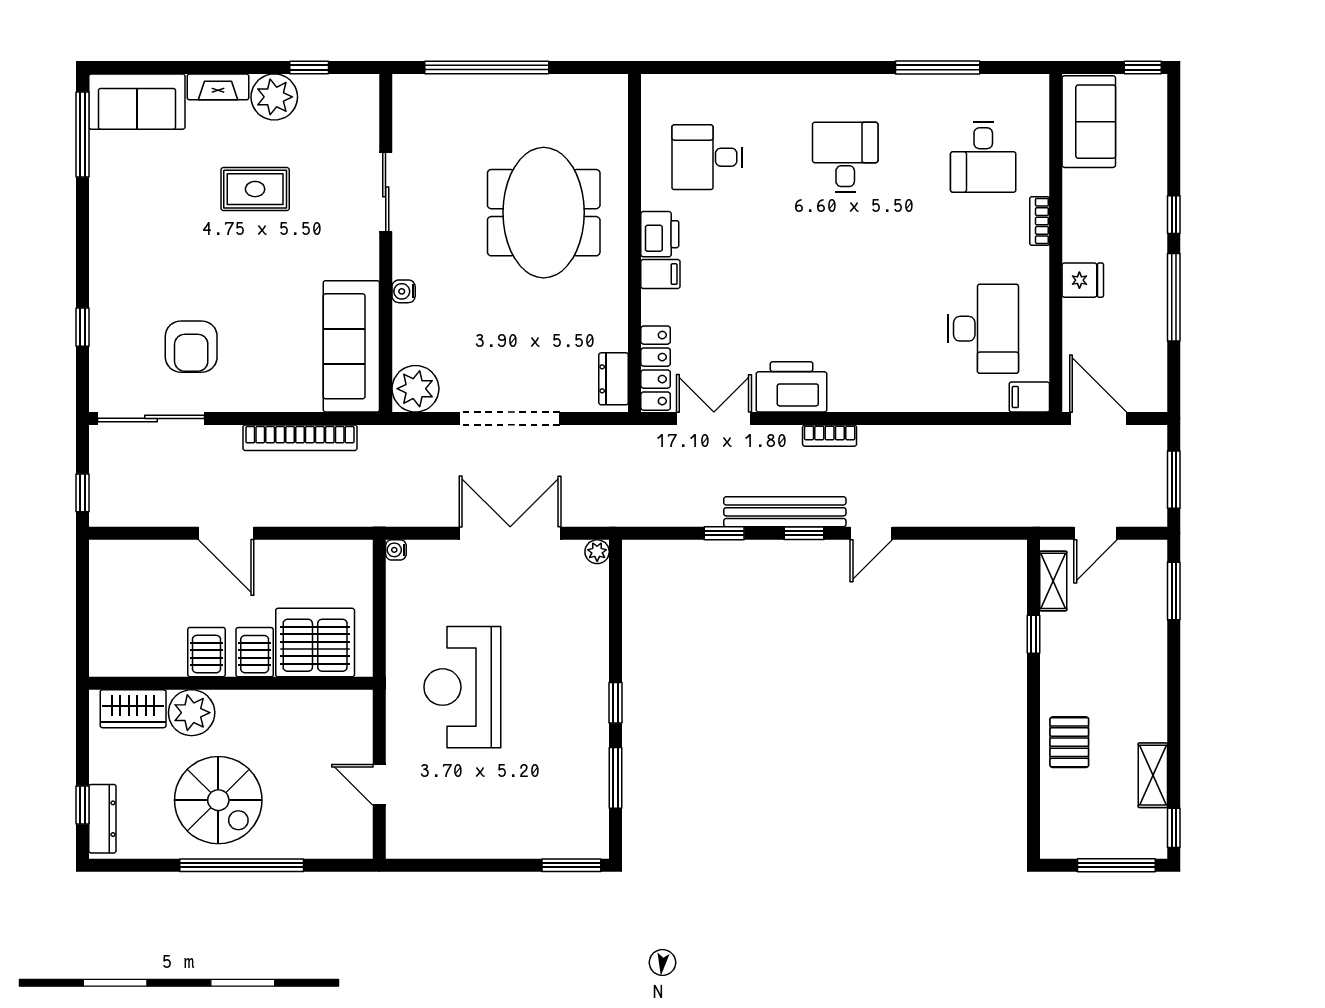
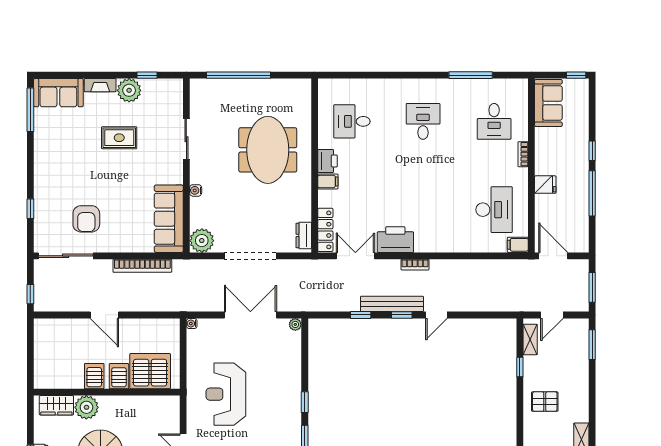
pallet: (1069, 742) -> (545, 402), moved, turned 90

